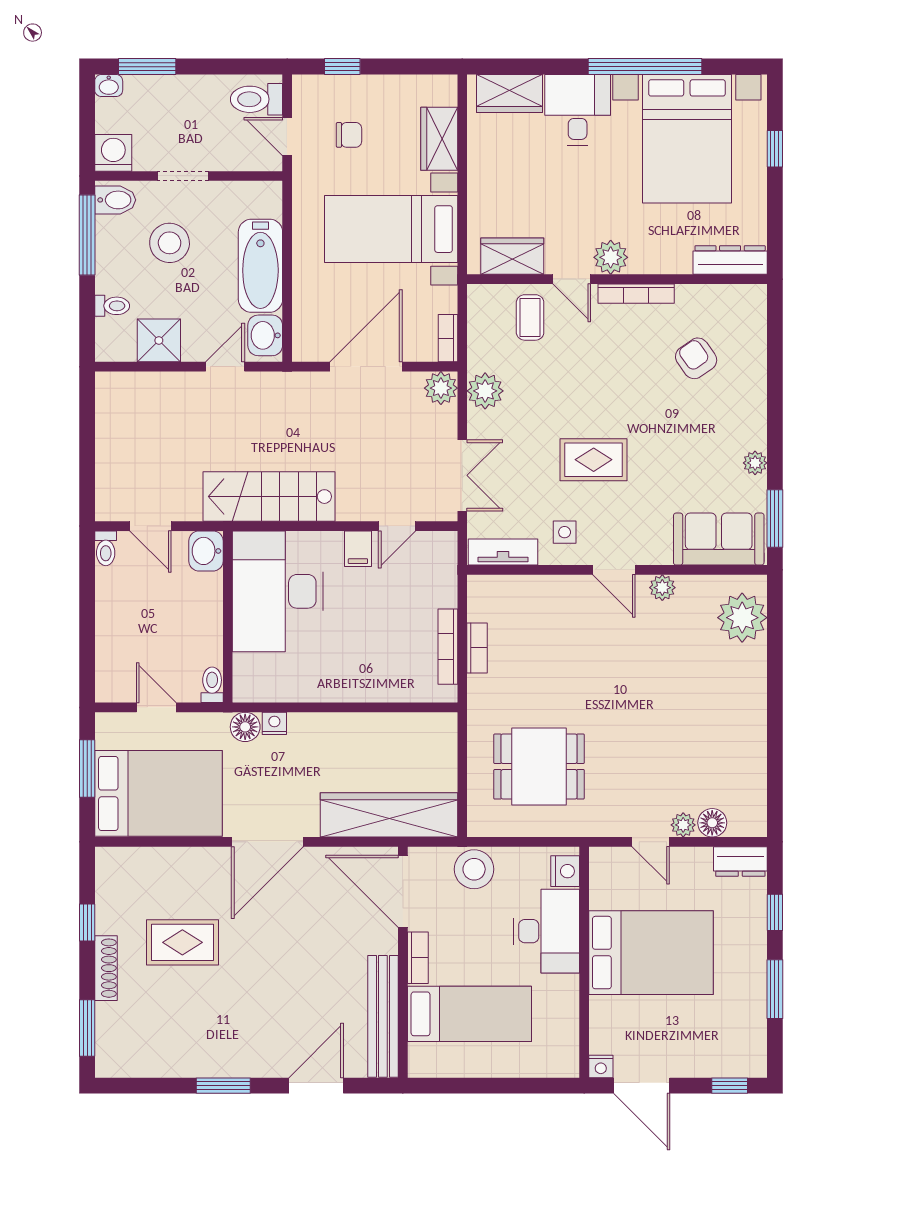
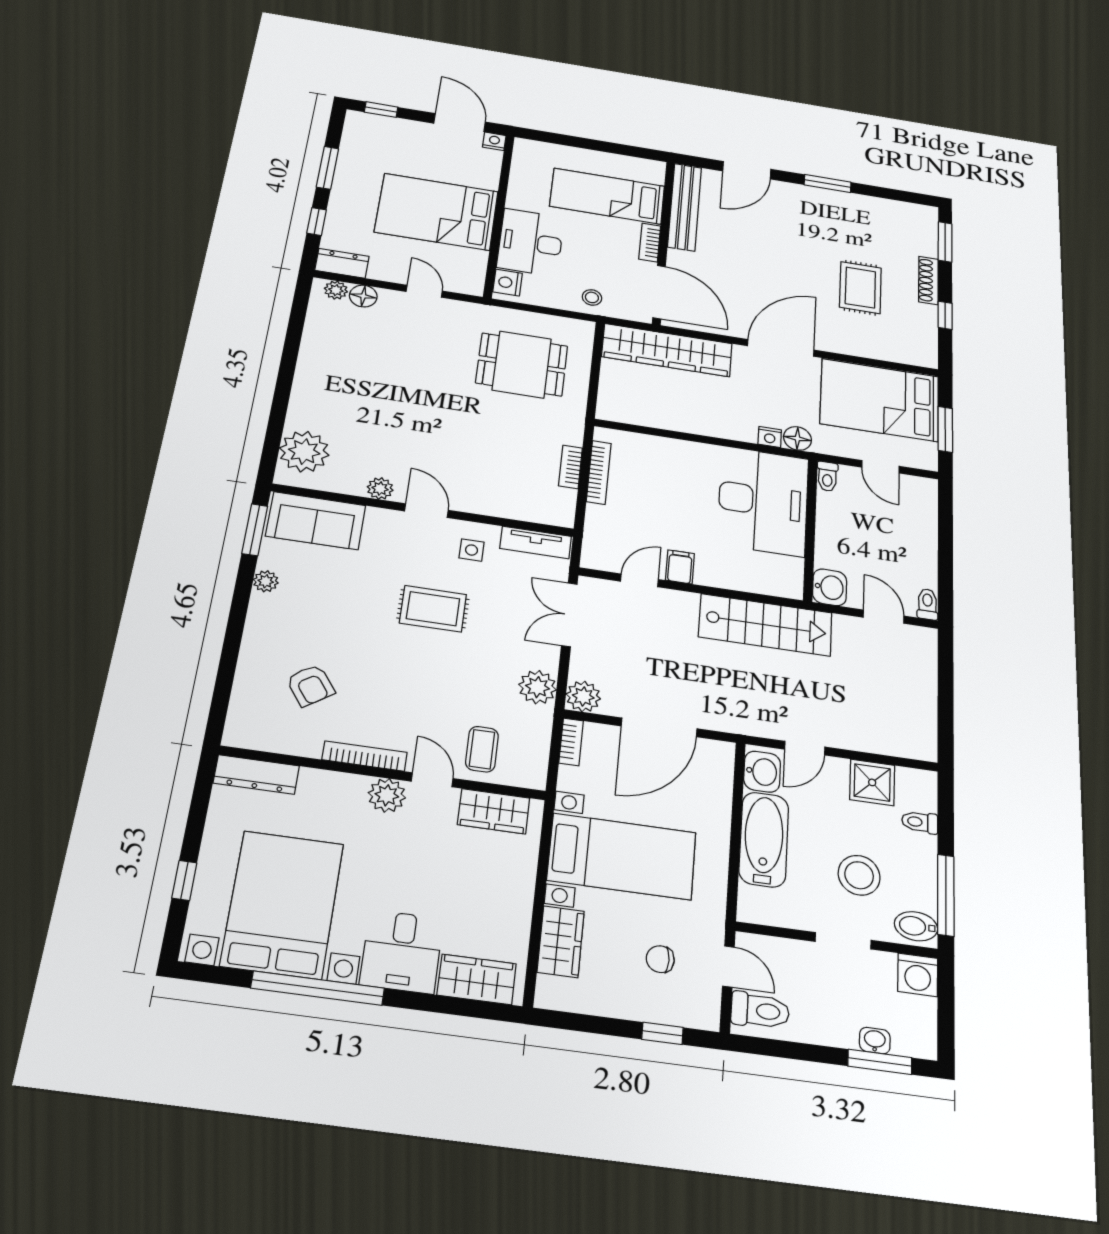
washbasin: (109, 86) -> (875, 1041), moved
desk: (278, 591) -> (763, 501), moved
plant: (683, 825) -> (336, 290), moved
stool: (474, 869) -> (592, 297), width x0.53, depth x0.53
rug: (182, 942) -> (860, 288), turned 90

